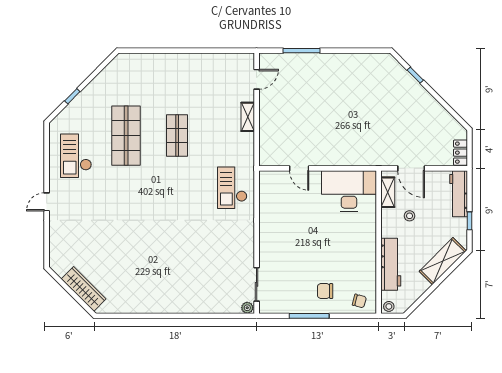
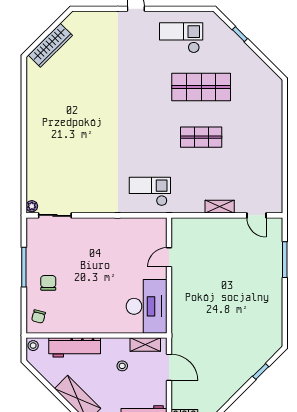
door: (411, 168) -> (169, 367), swing flipped

